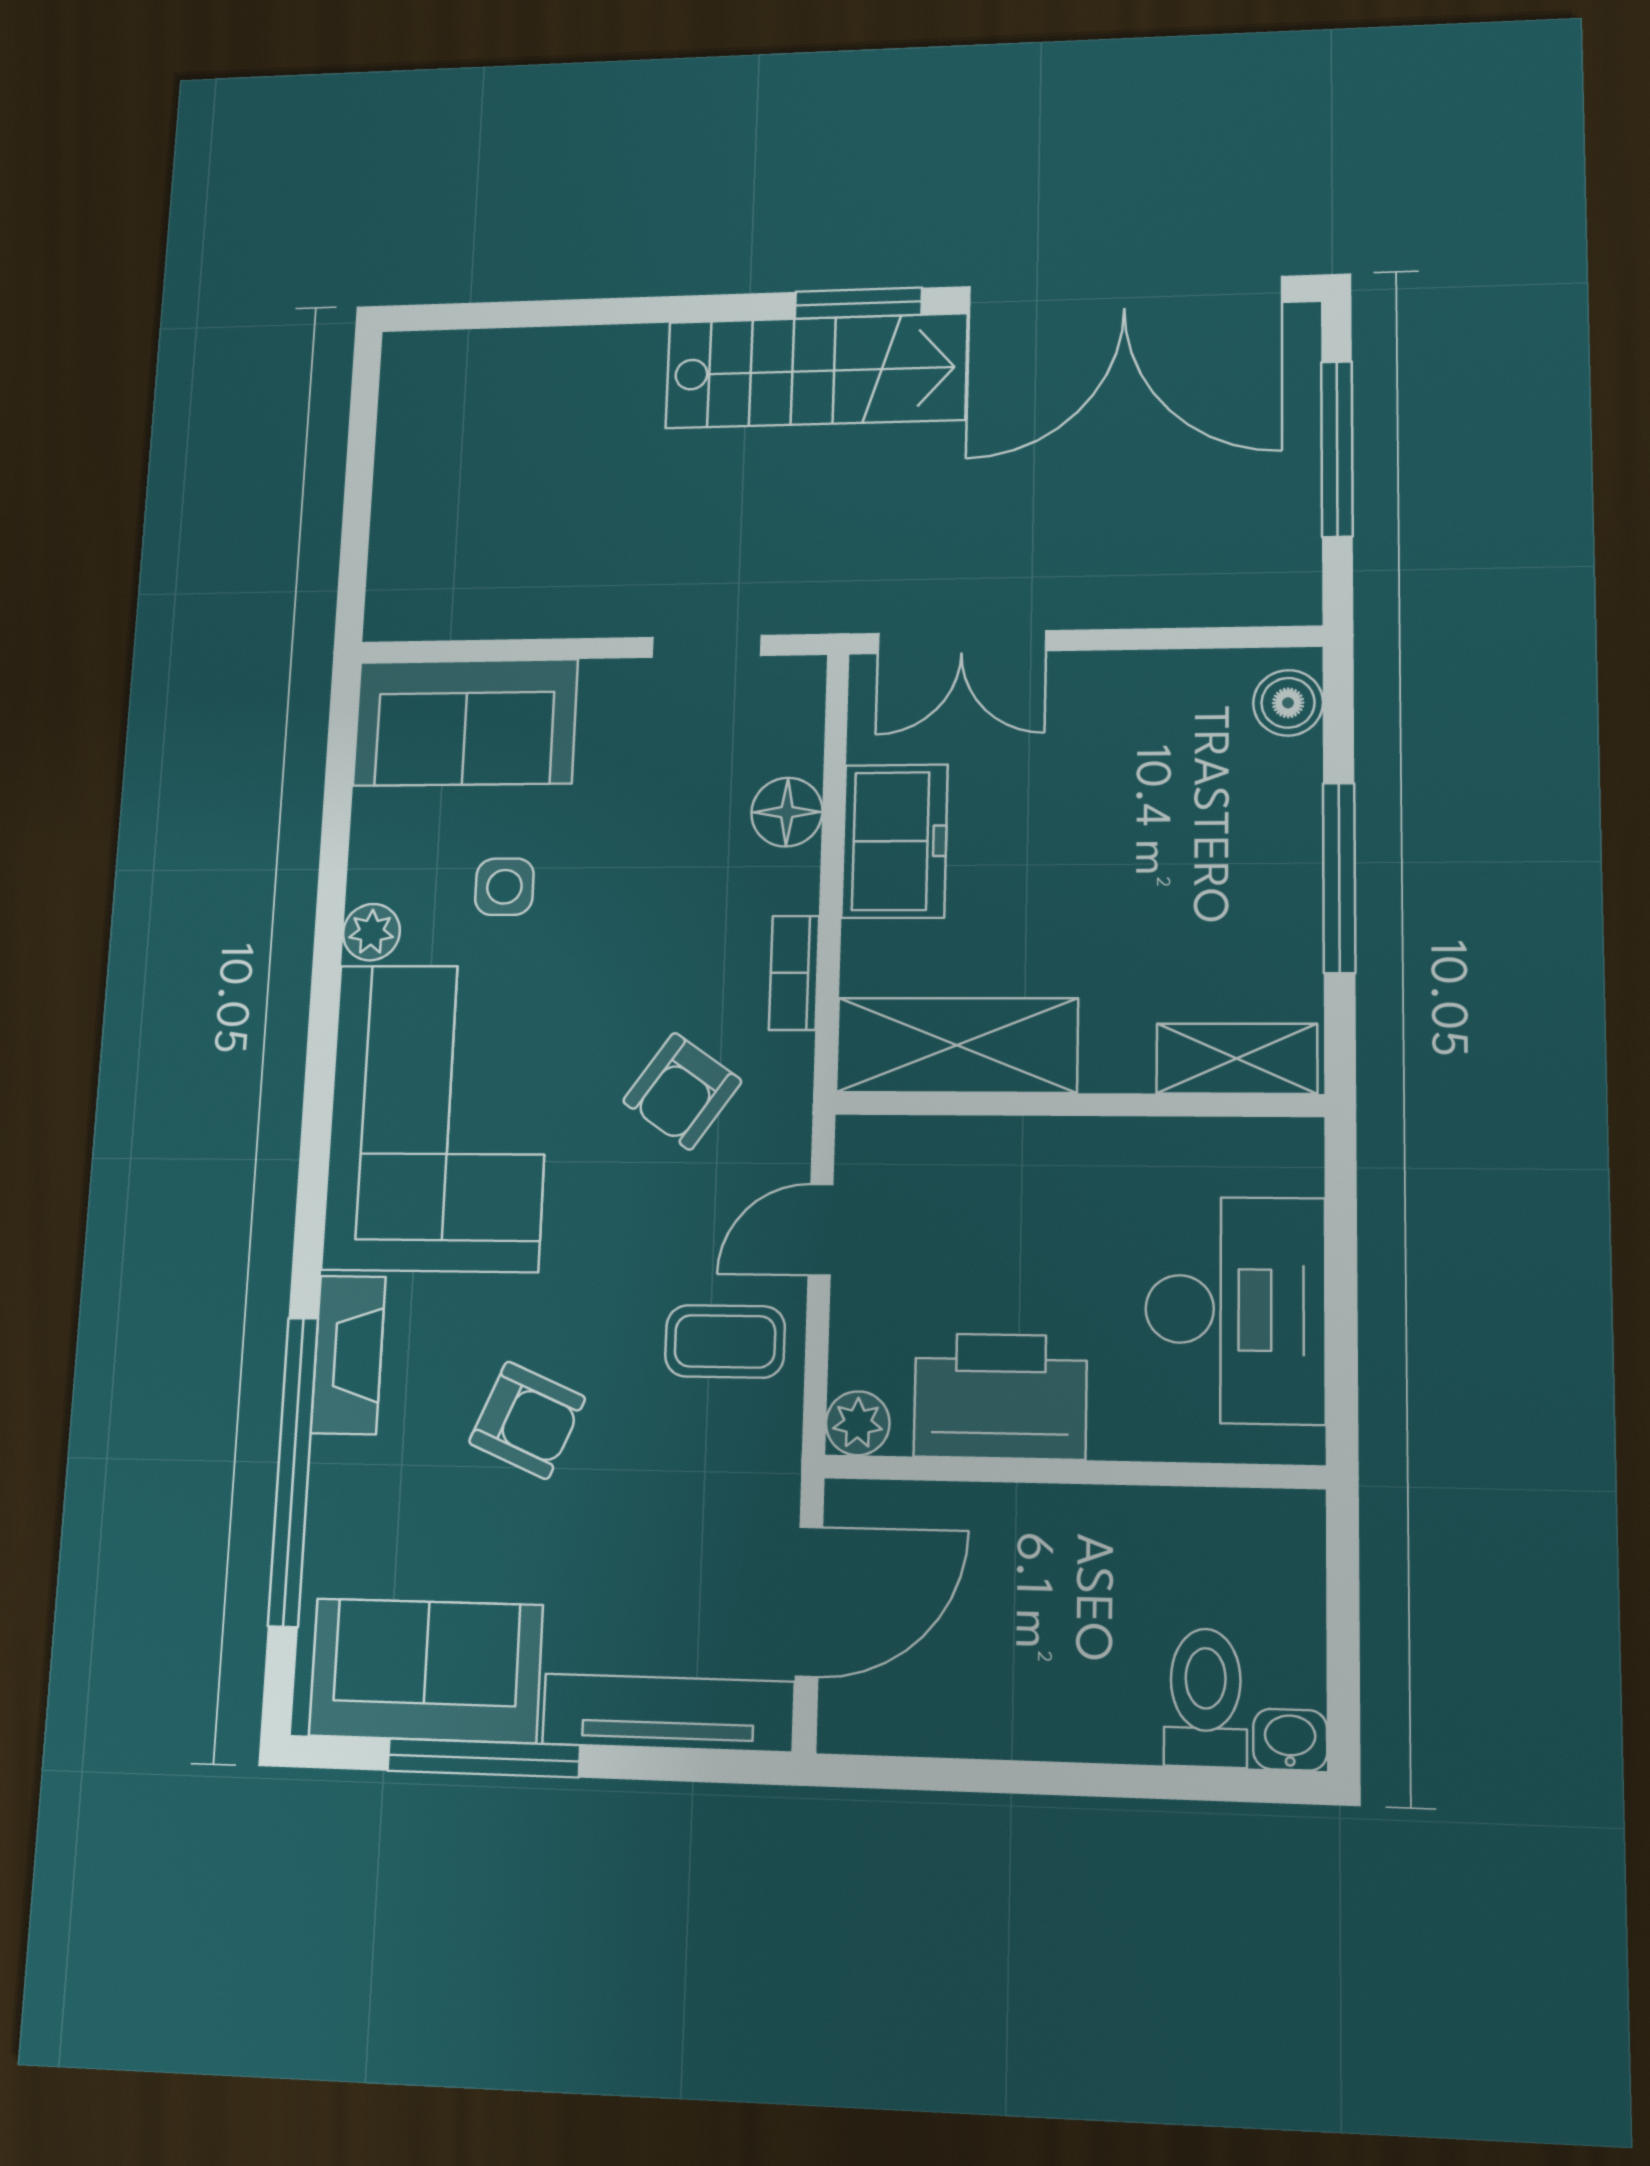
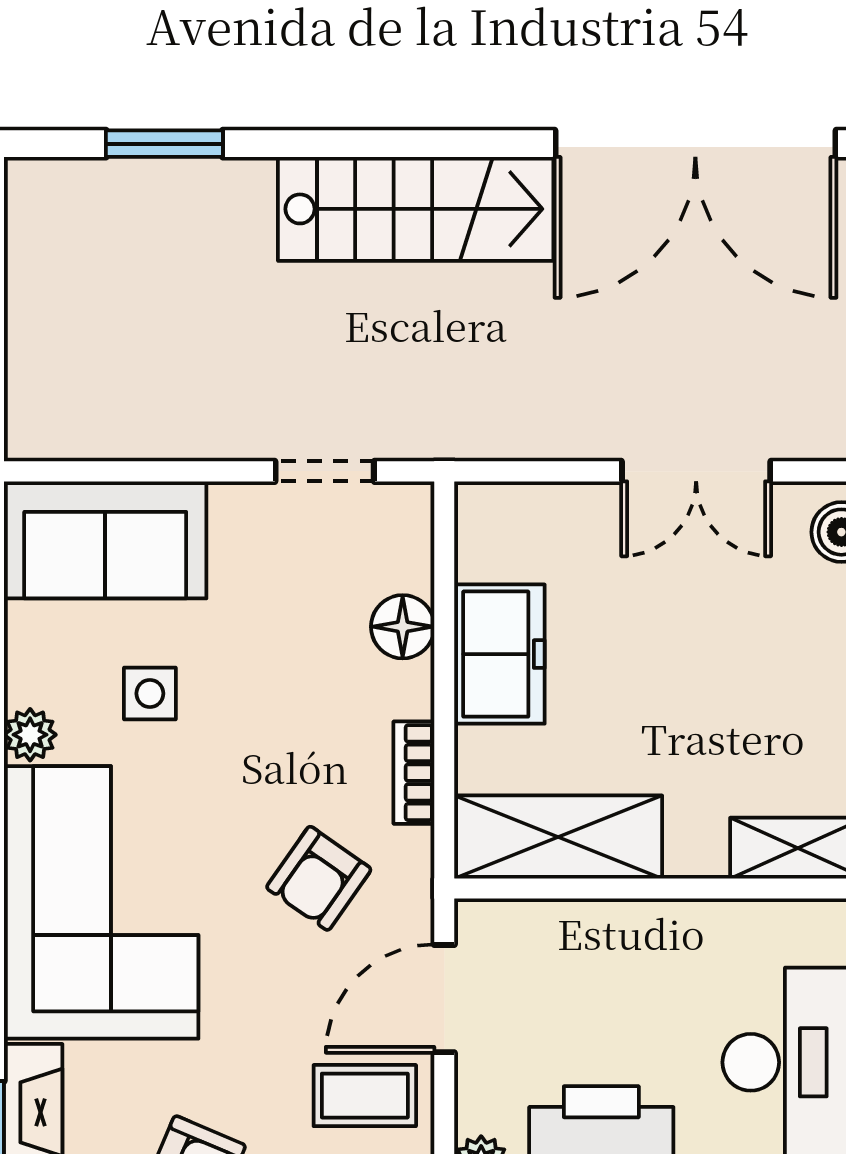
window: (858, 303) -> (164, 144), moved
double door: (962, 642) -> (696, 471), moved
door: (821, 1230) -> (444, 999), width x1.38

